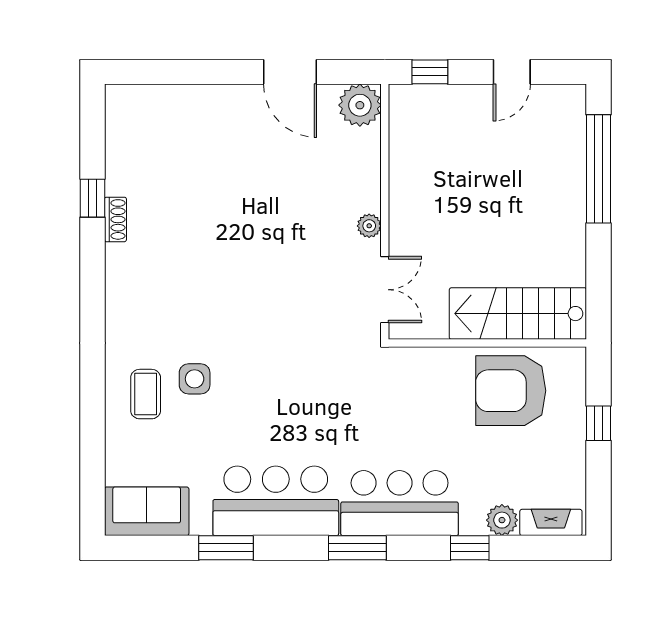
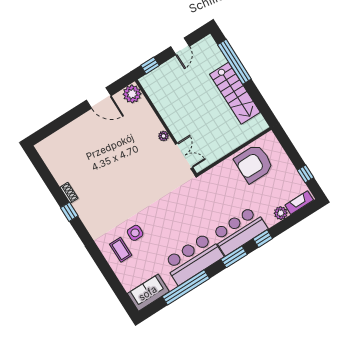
window: (92, 198) -> (69, 212), moved
stairs: (518, 314) -> (235, 93), moved, turned -90
window: (599, 423) -> (306, 174), moved
window: (226, 548) -> (186, 287), width x2.11
window: (470, 548) -> (263, 239), moved

